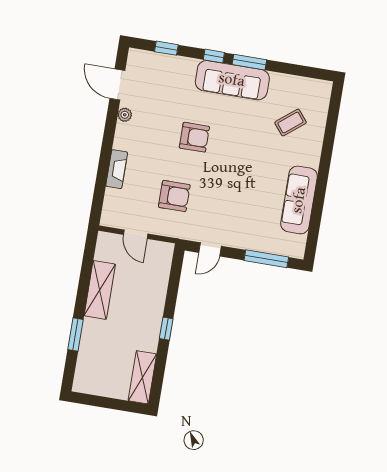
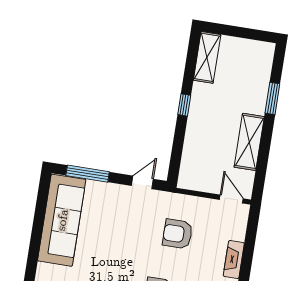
sofa: (299, 200) -> (62, 220), width x1.36, depth x1.27
door: (136, 234) -> (231, 199), moved

